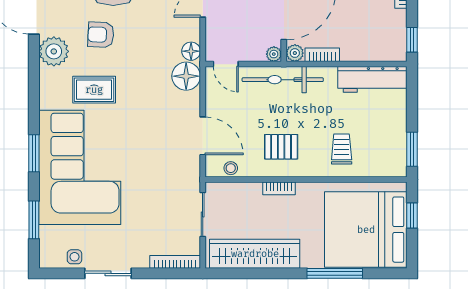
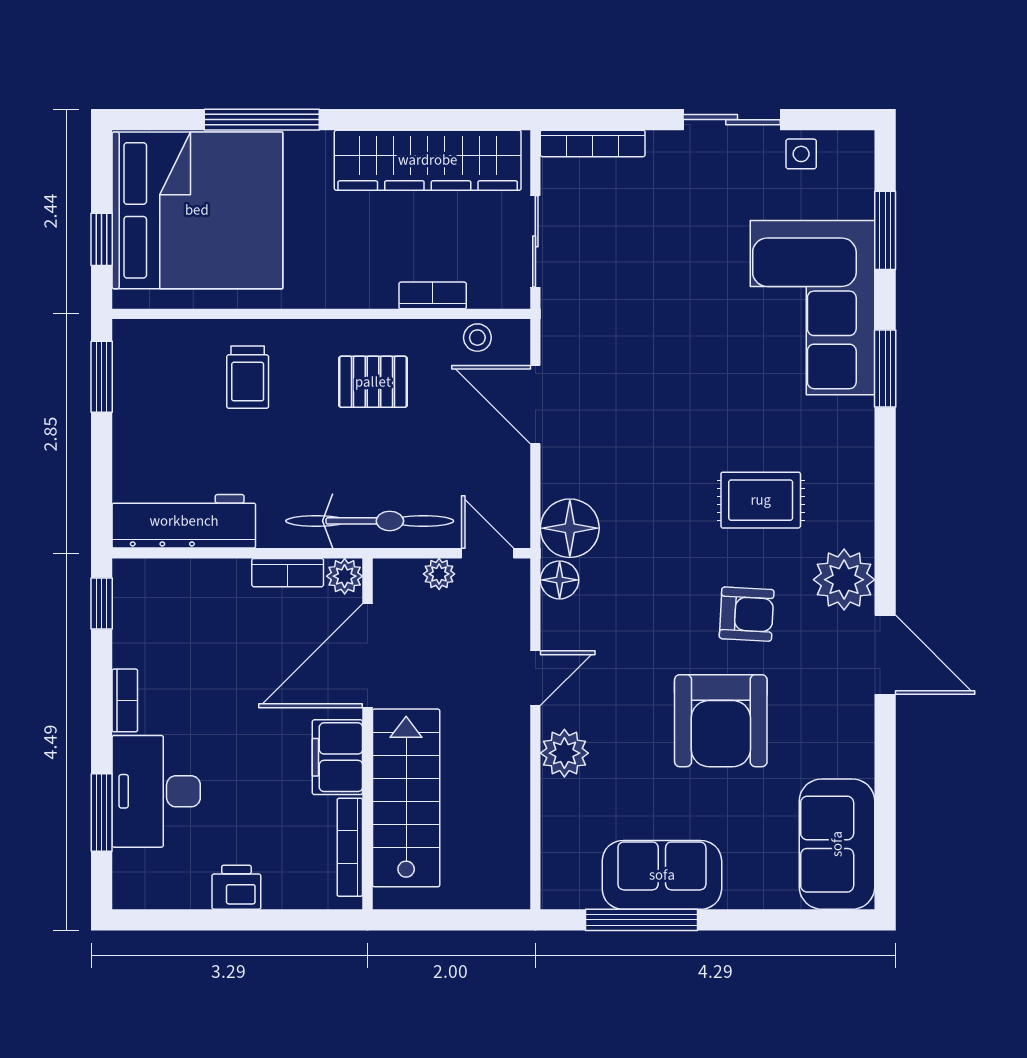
plant: (274, 54) -> (439, 574), moved
corner sofa: (80, 167) -> (812, 308), width x0.73, depth x0.74
bookcase: (279, 188) -> (433, 295), moved

